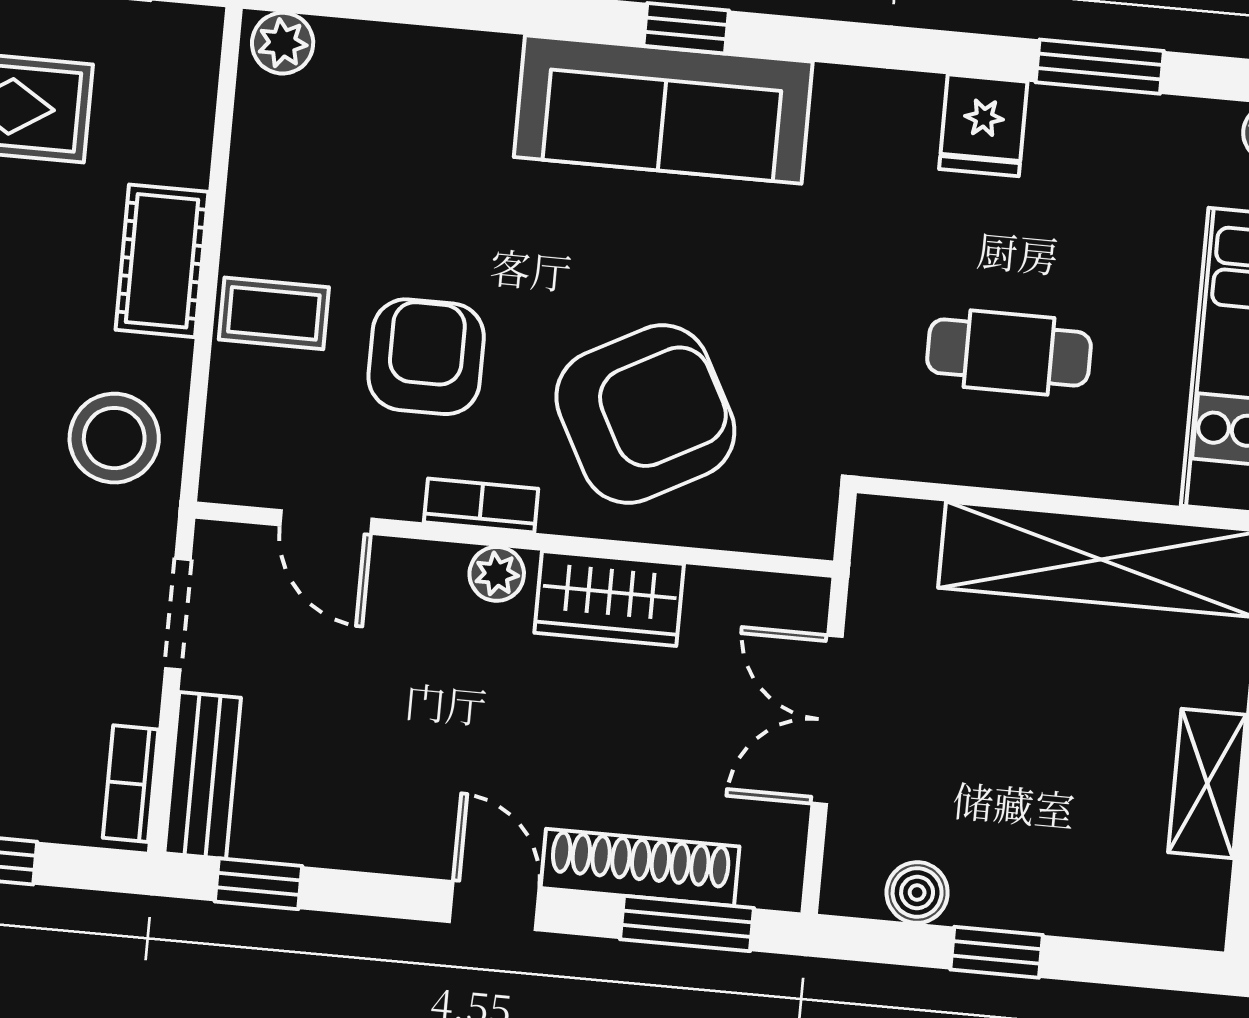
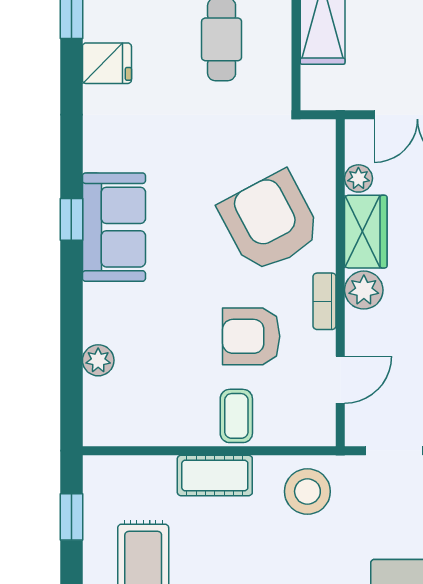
plant: (283, 43) -> (98, 360), moved
sofa: (663, 109) -> (114, 227), width x0.73
plant: (497, 574) -> (364, 290), width x1.38, depth x1.38
plant: (714, 594) -> (358, 178), added

